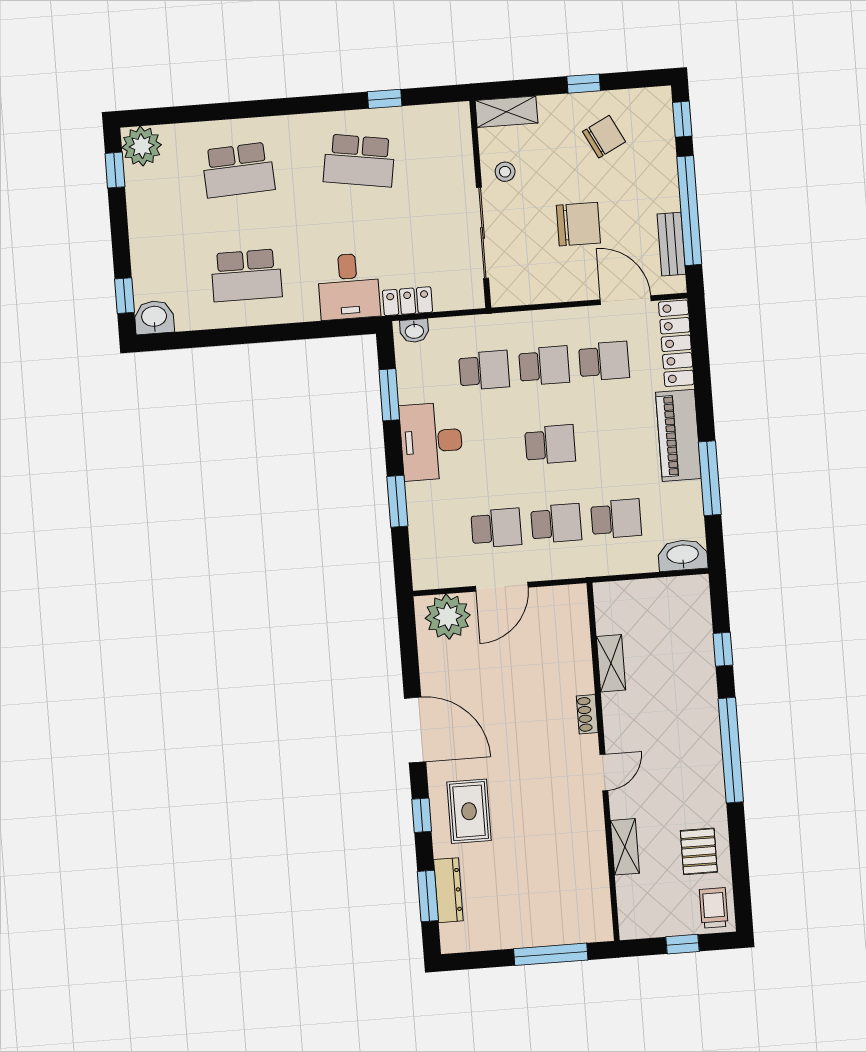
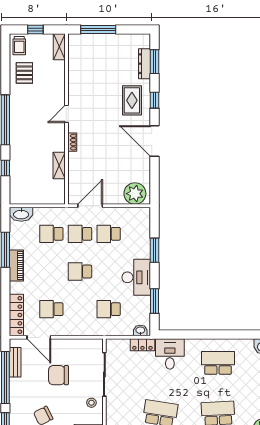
school desk: (544, 366) -> (80, 309), removed
piano: (678, 435) -> (16, 265), width x0.73, depth x0.75
door: (502, 587) -> (90, 206), moved
shelving: (625, 847) -> (59, 47), moved

